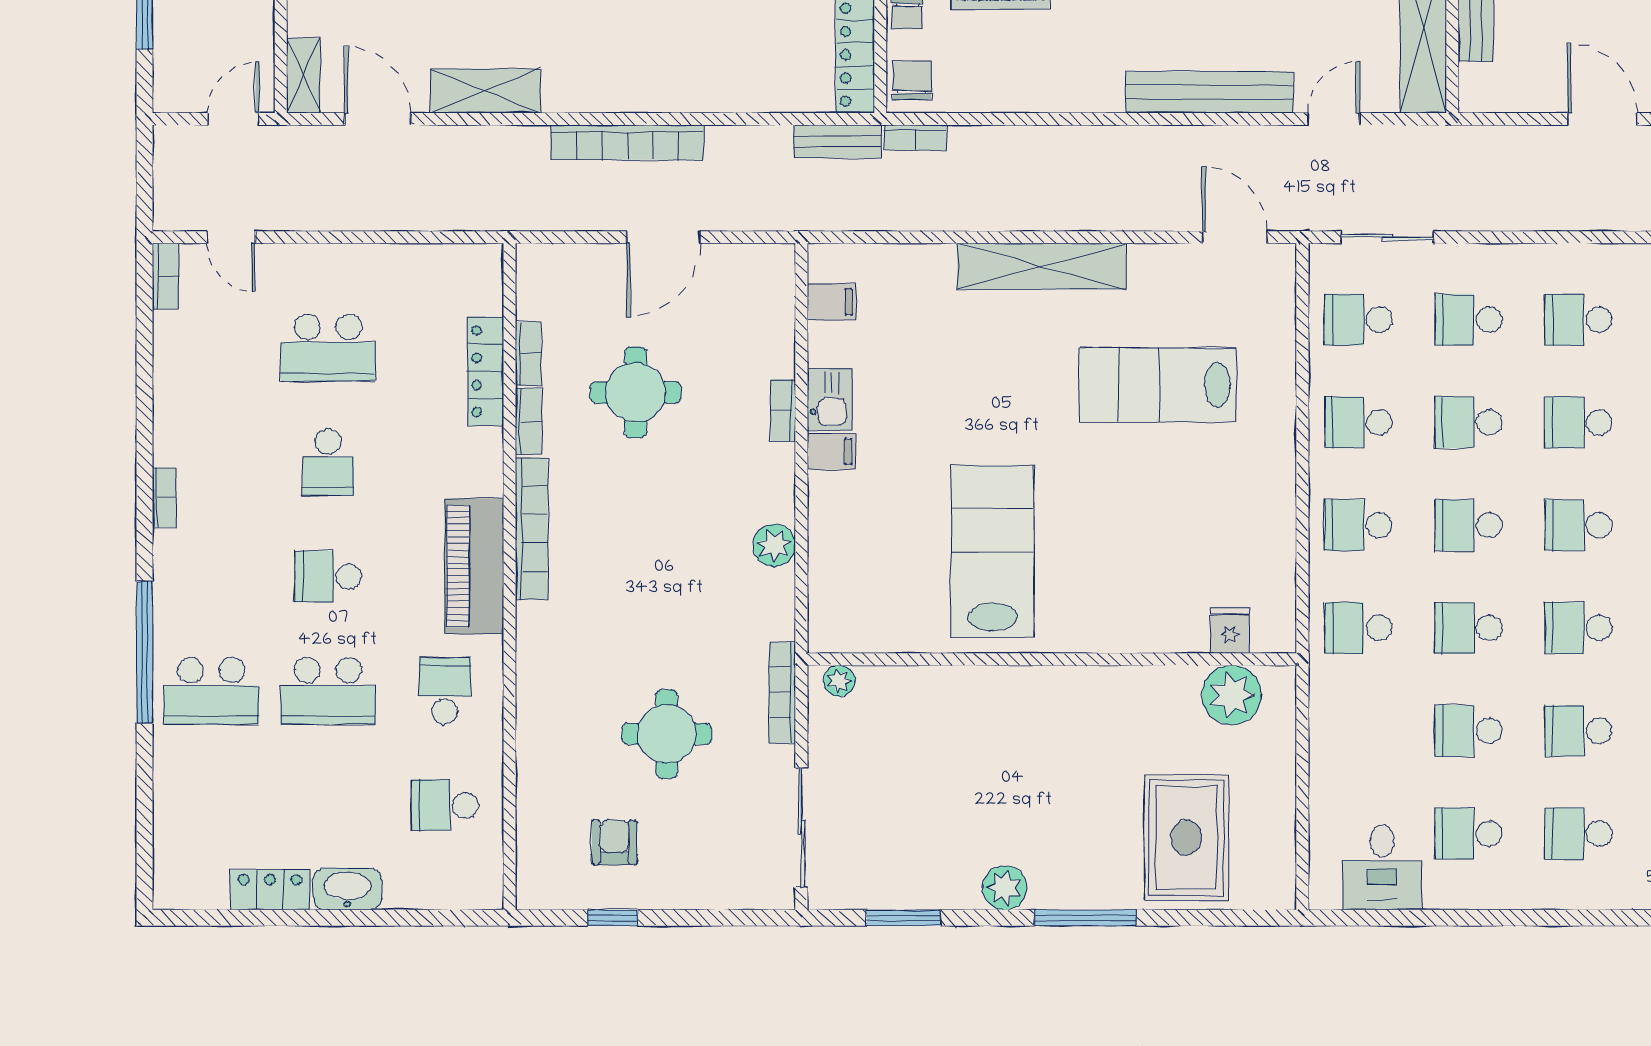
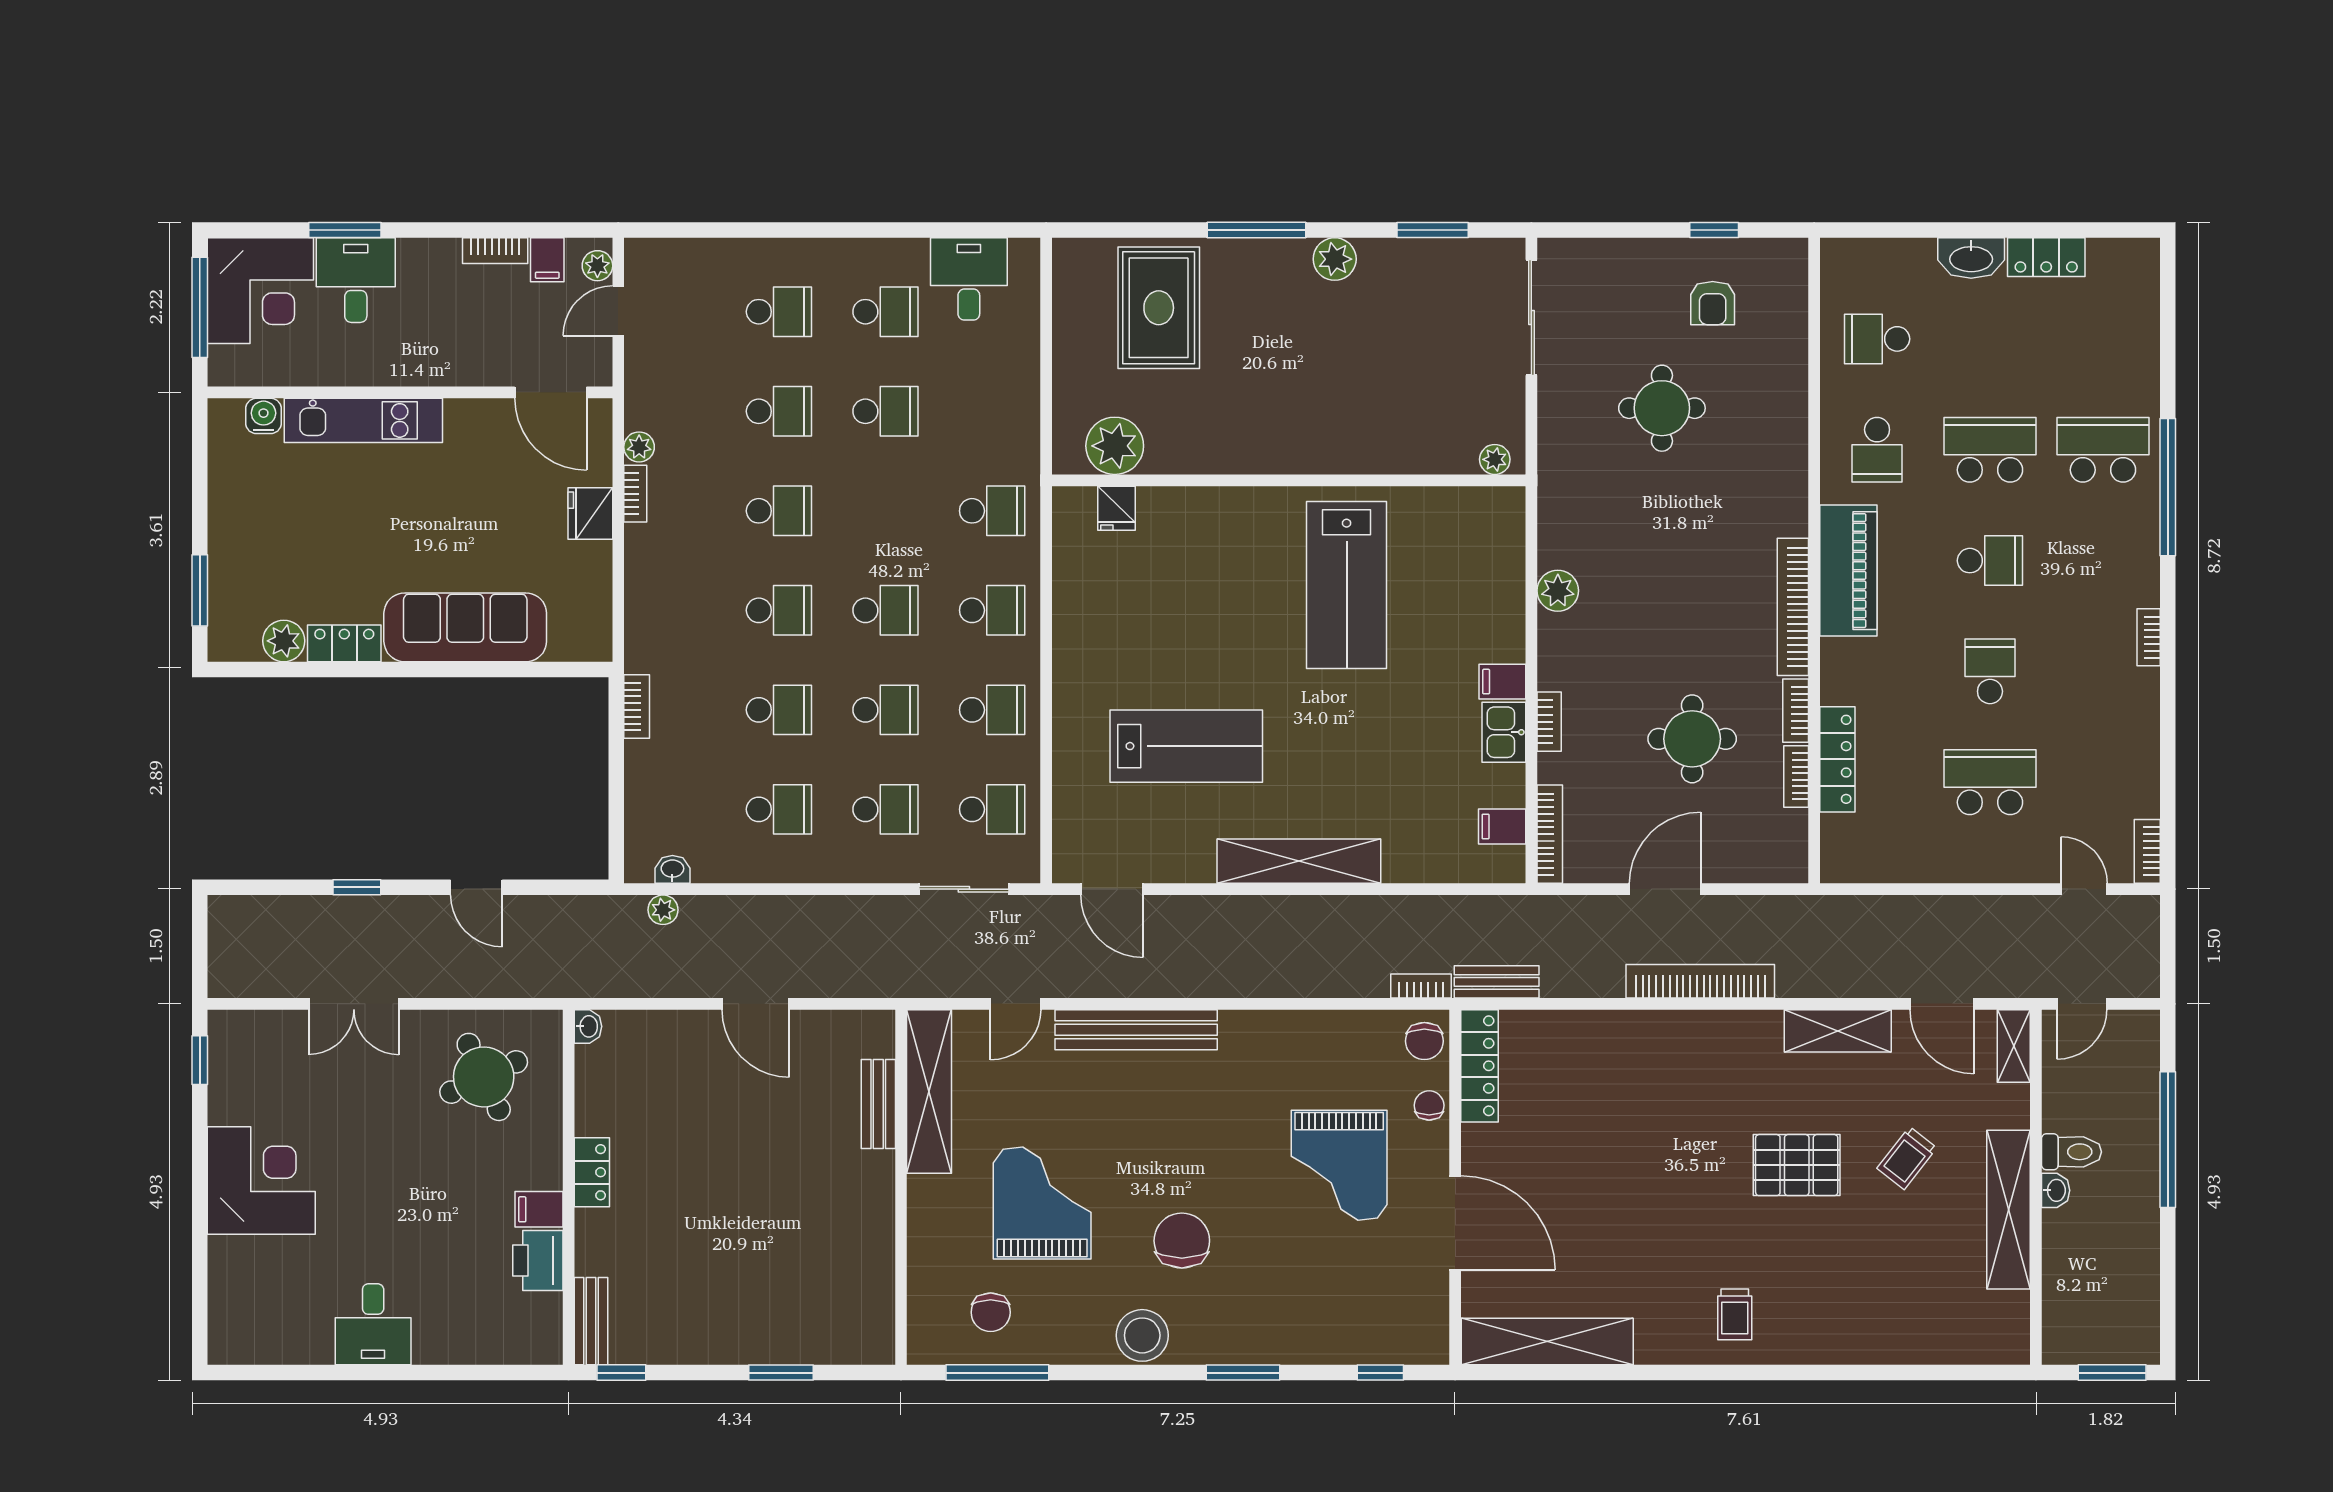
school desk: (1468, 628) -> (886, 511), removed
bookcase: (782, 693) -> (1550, 834), moved
school desk: (445, 805) -> (1877, 339), turned 180

